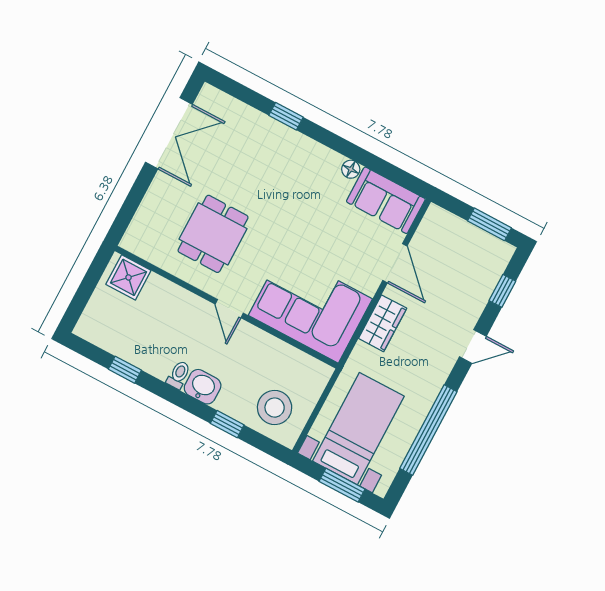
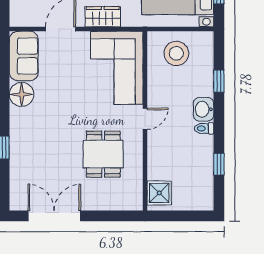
floor lamp: (351, 169) -> (22, 94), width x1.89, depth x1.89
dining table: (213, 234) -> (103, 154), turned 90
stool: (275, 408) -> (176, 53), moved

